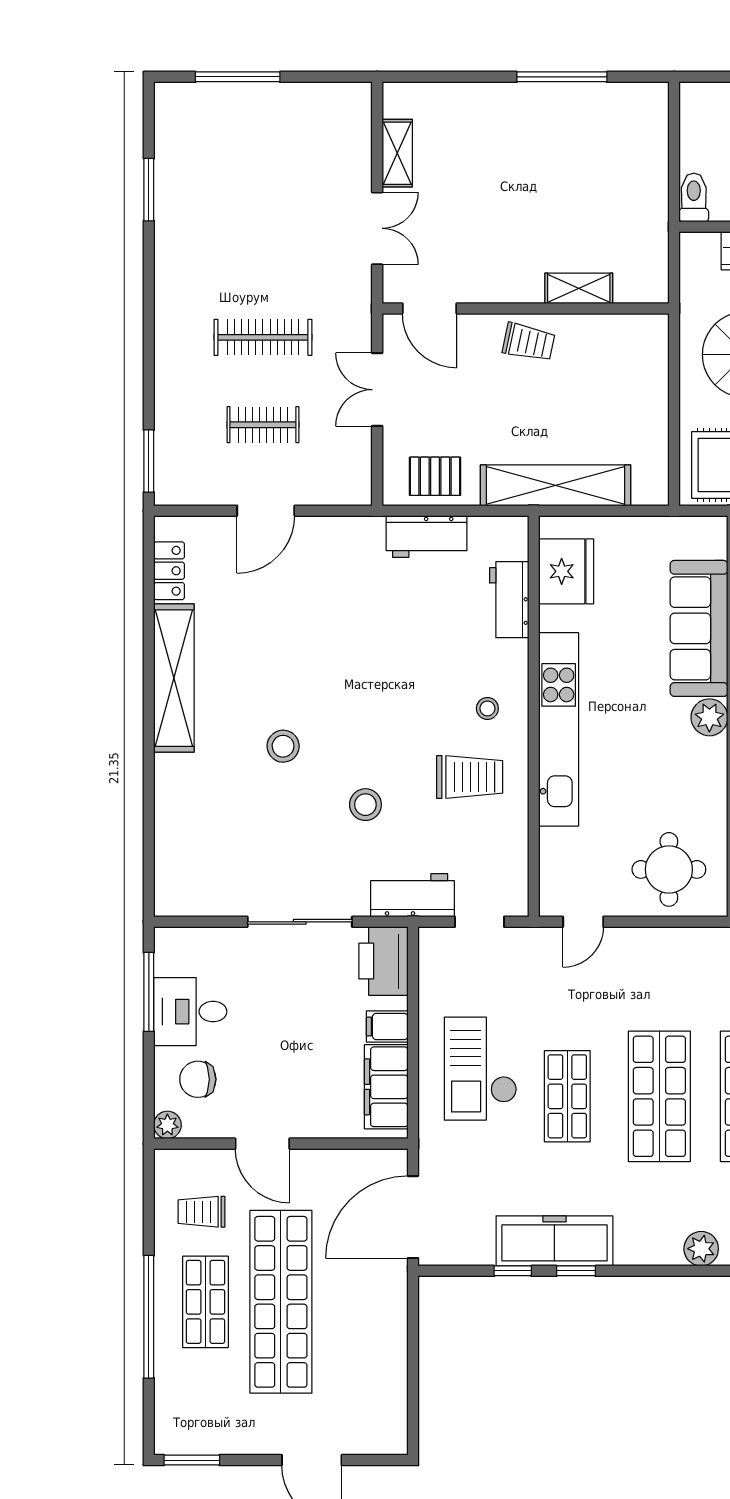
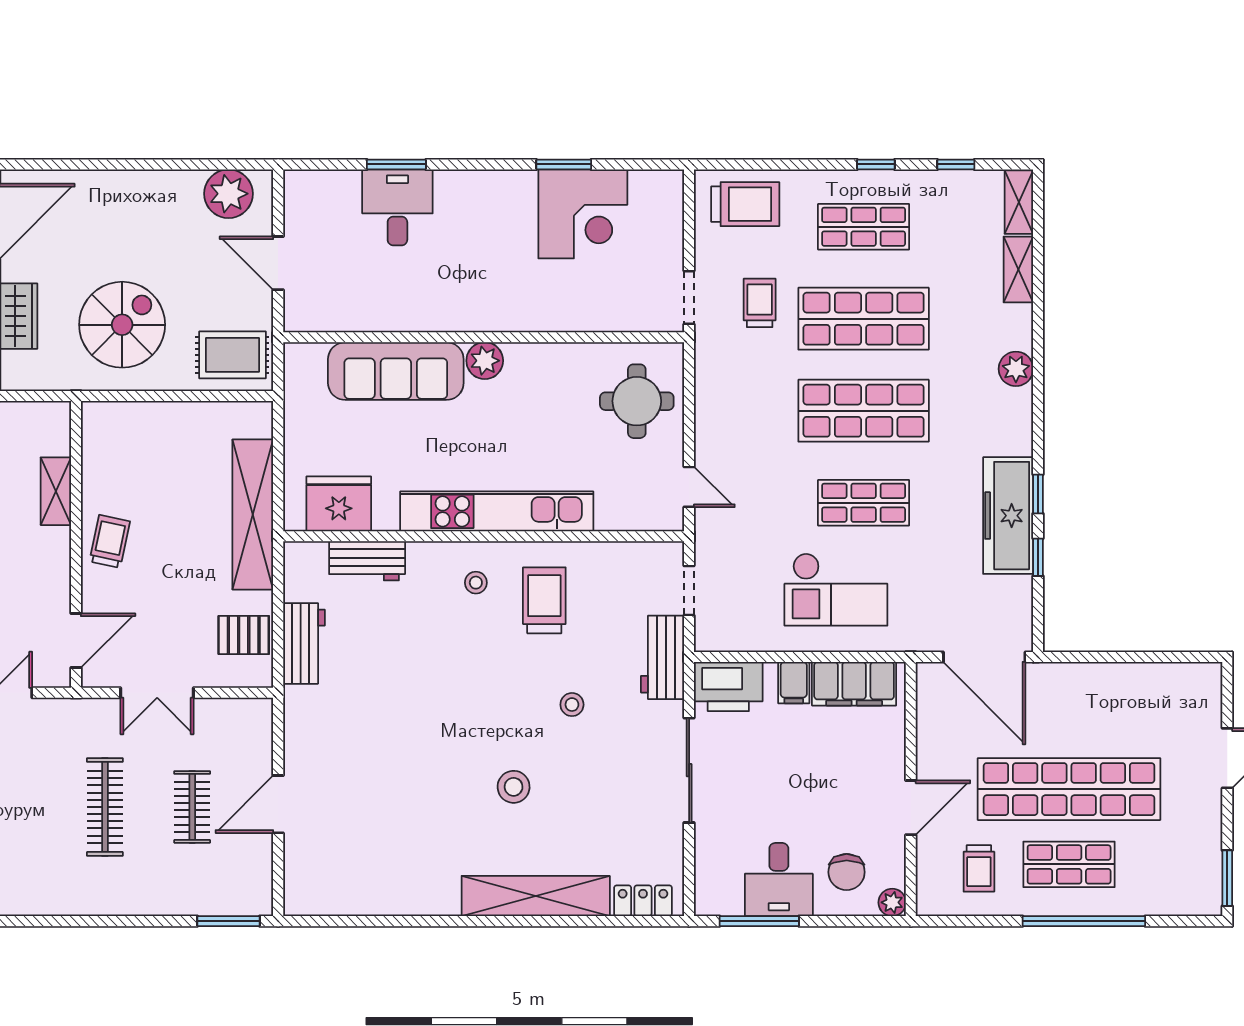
pallet: (435, 476) -> (244, 635), turned 90
door: (266, 511) -> (278, 804), swing flipped
locker: (169, 571) -> (643, 901), moved
shelving: (174, 678) -> (536, 896), moved
stool: (365, 805) -> (572, 705), width x0.73, depth x0.73

